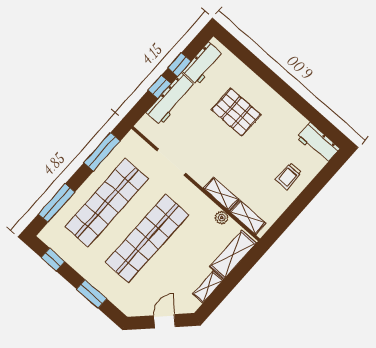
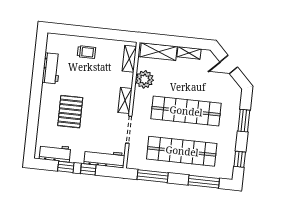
workbench: (171, 99) -> (104, 159), moved
workbench: (318, 143) -> (51, 68), moved
shelving: (221, 194) -> (125, 100), moved
plant: (222, 218) -> (145, 79), width x1.88, depth x1.88

